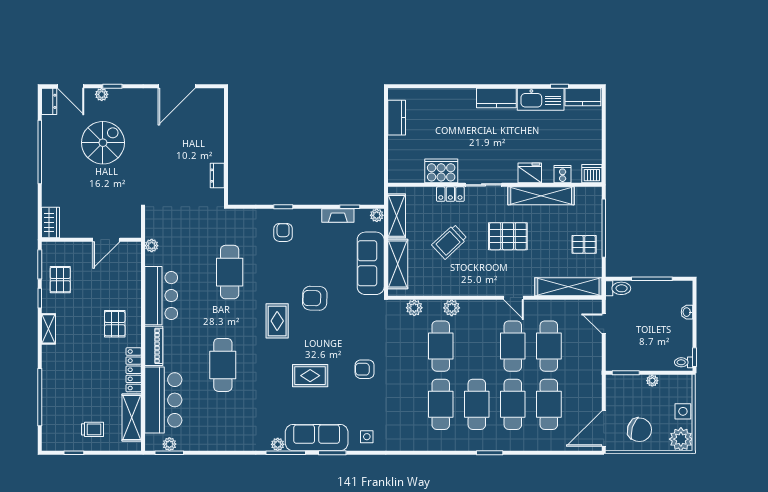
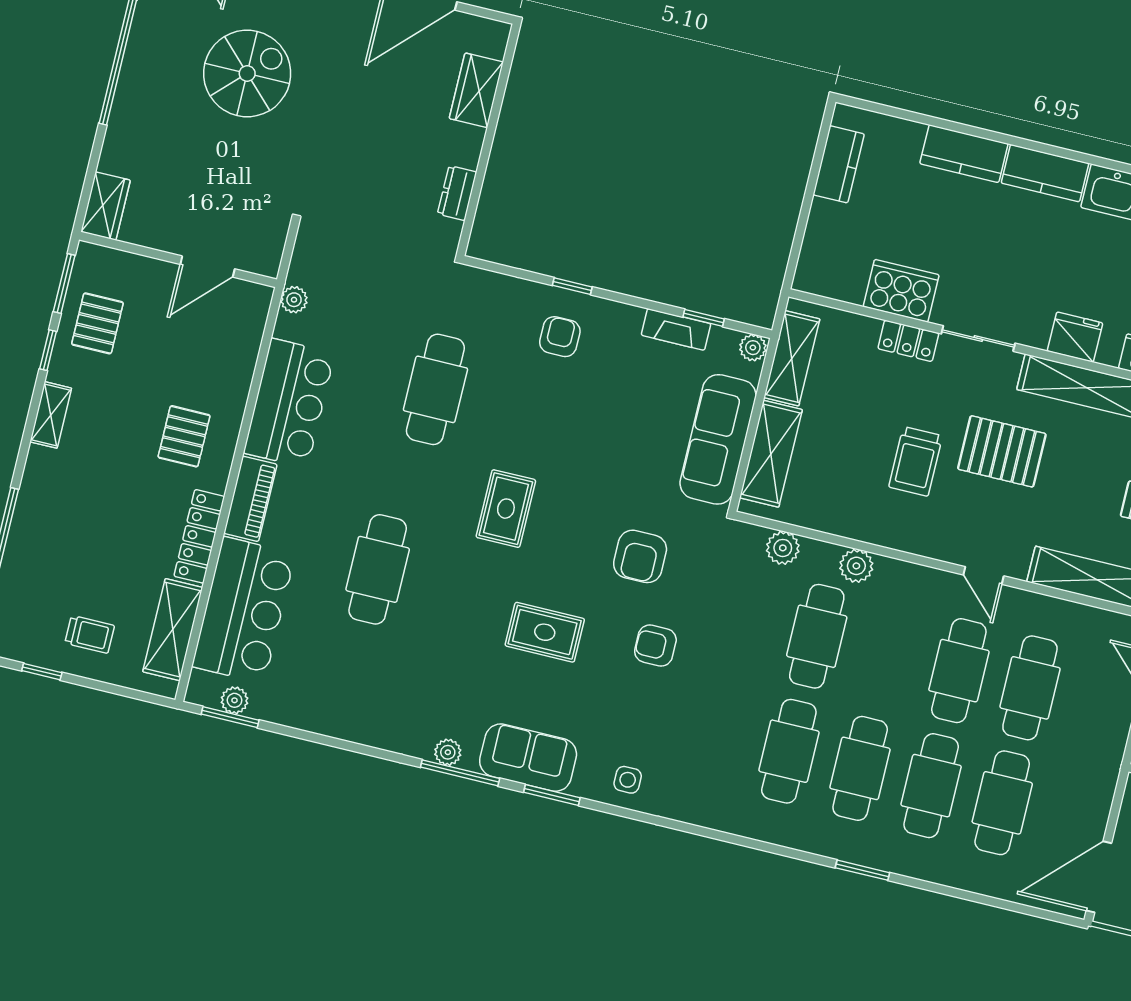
kitchen counter: (455, 98) -> (964, 154), added
wardrobe: (215, 124) -> (476, 90), added
trolley: (449, 242) -> (916, 461), moved, turned -47
armchair: (315, 298) -> (640, 556), moved, turned -92
sofa: (317, 438) -> (528, 758), width x0.73

